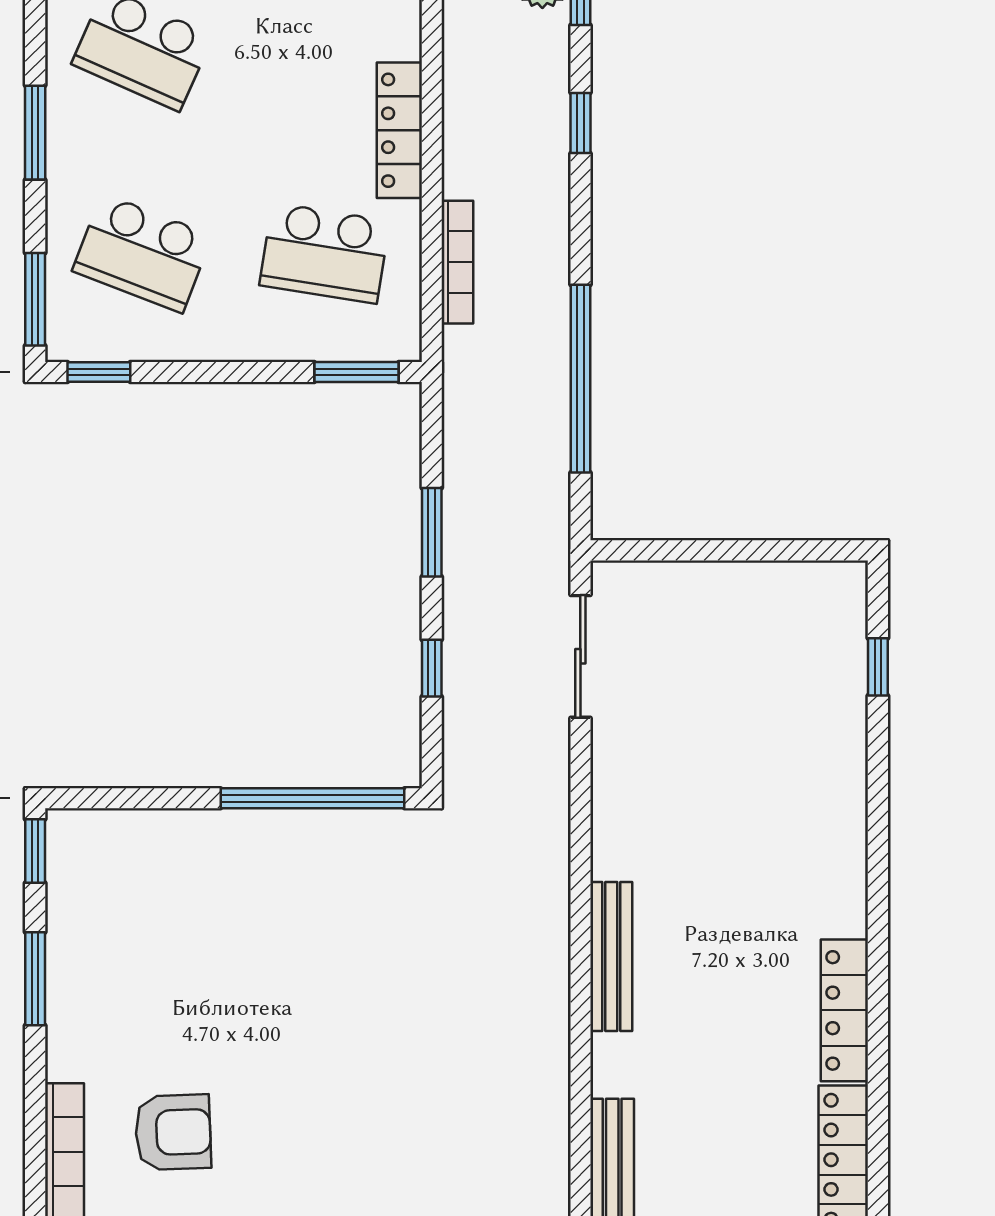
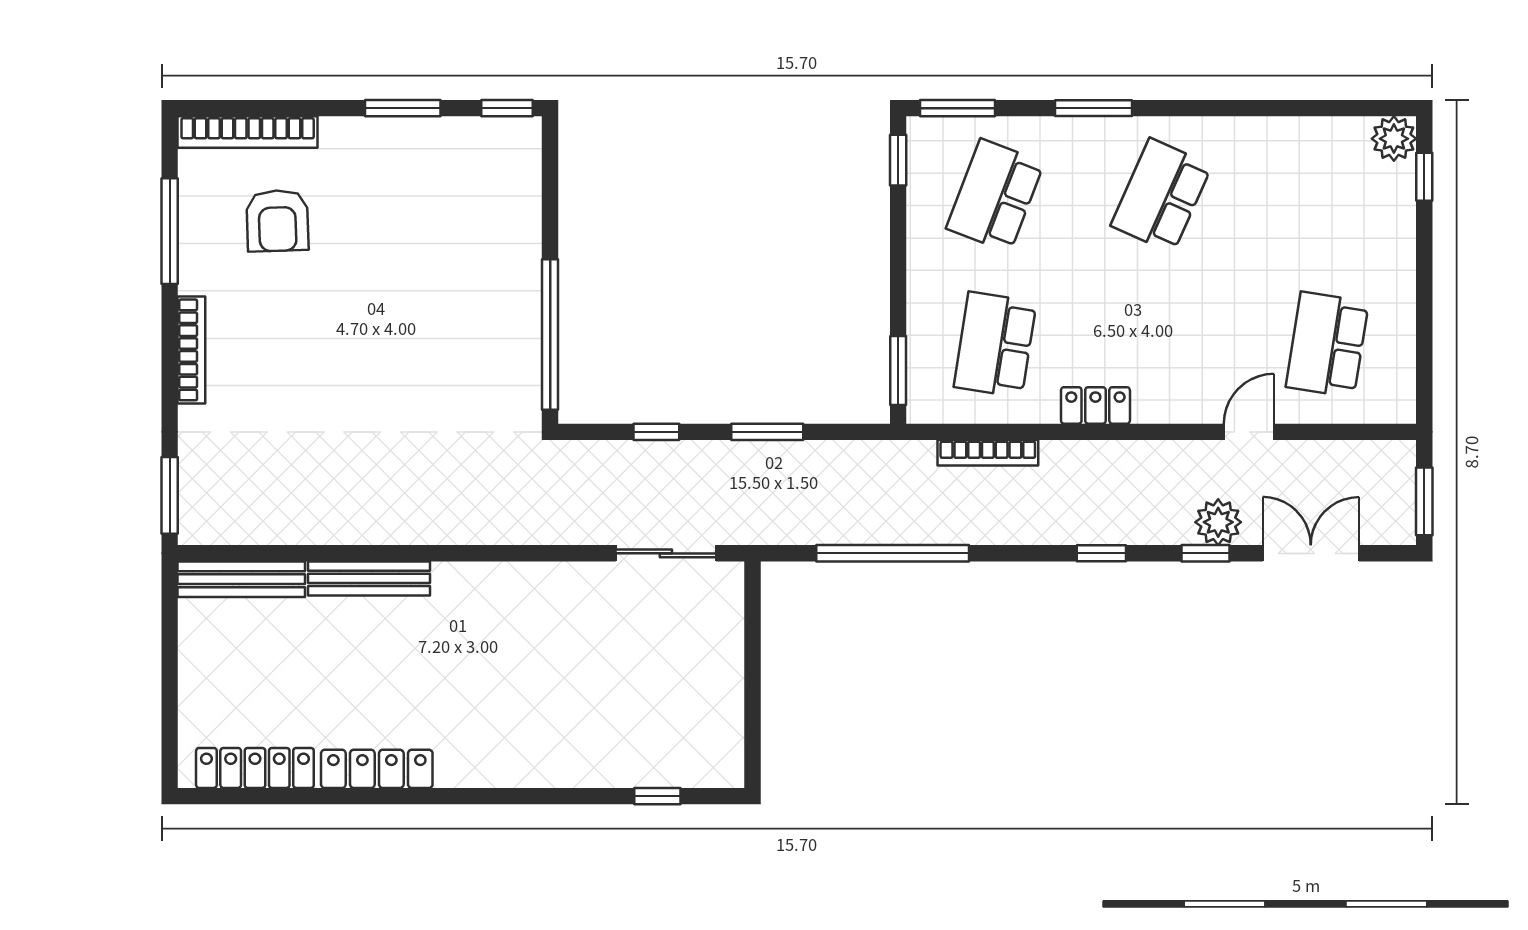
locker: (399, 130) -> (1095, 405), width x0.66
bench: (611, 956) -> (369, 578), moved

